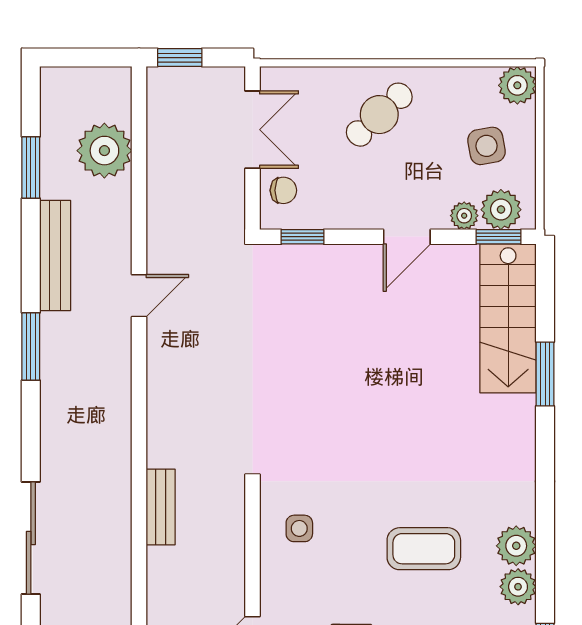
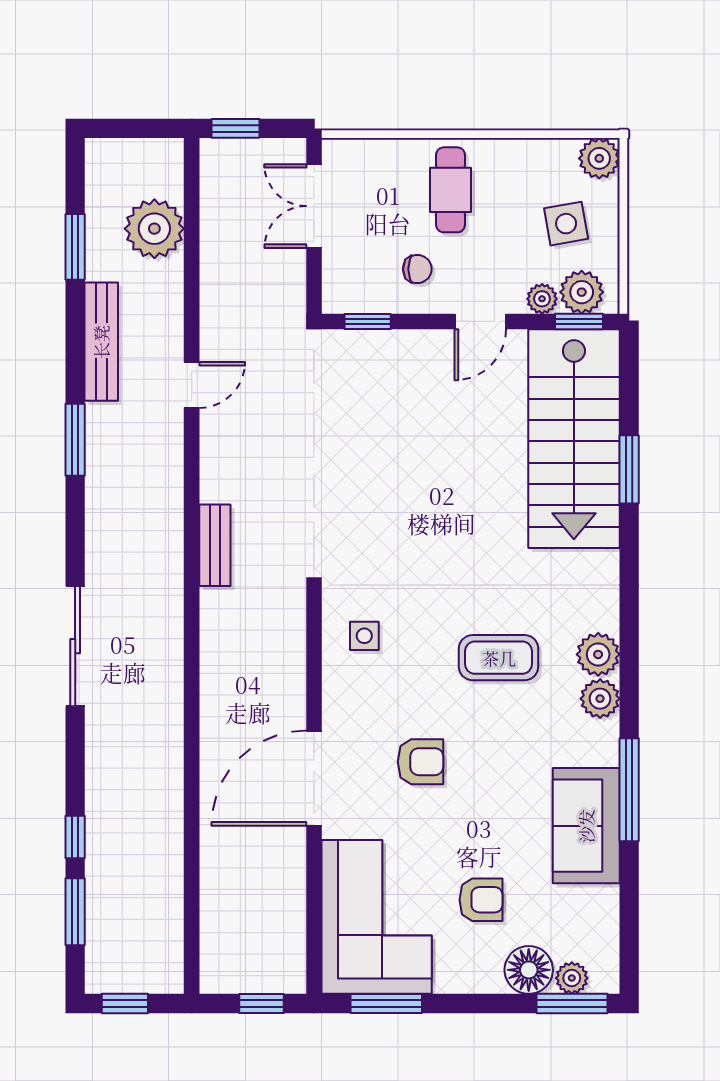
cafe table: (379, 115) -> (451, 190), turned -47
double door: (252, 130) -> (314, 206), swing flipped
chair: (283, 190) -> (417, 269), moved
stairs: (508, 318) -> (574, 439), width x1.36, depth x1.51
bench: (161, 507) -> (215, 545), moved

